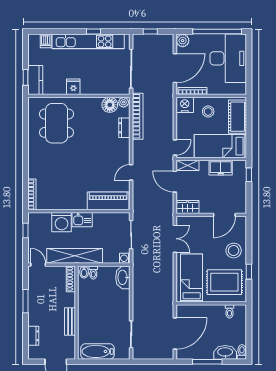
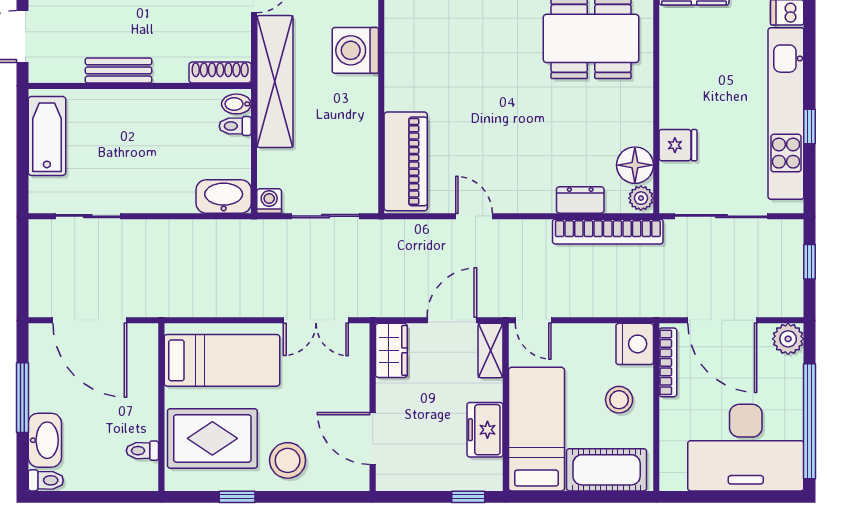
fridge: (73, 87) -> (678, 145), moved
kitchen sink: (82, 220) -> (361, 99), removed
rug: (224, 282) -> (212, 438), turned 90

